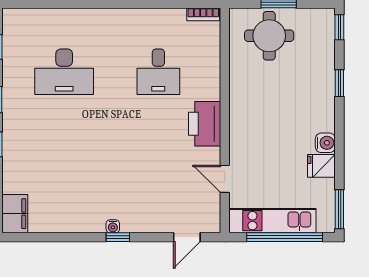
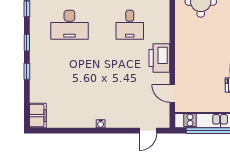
window: (118, 237) -> (104, 131), removed

